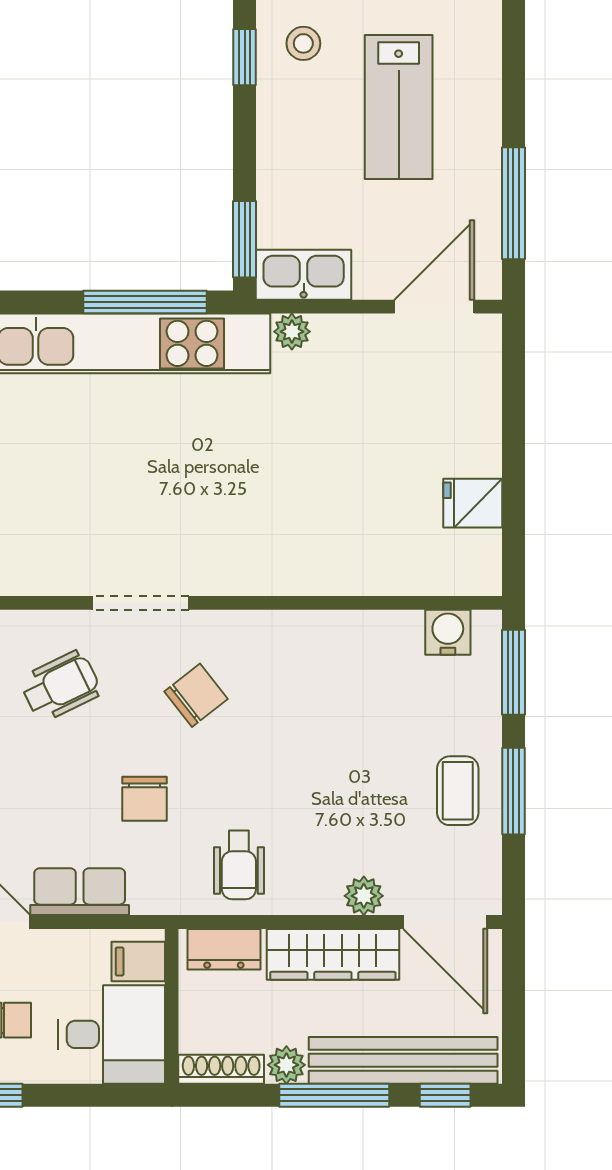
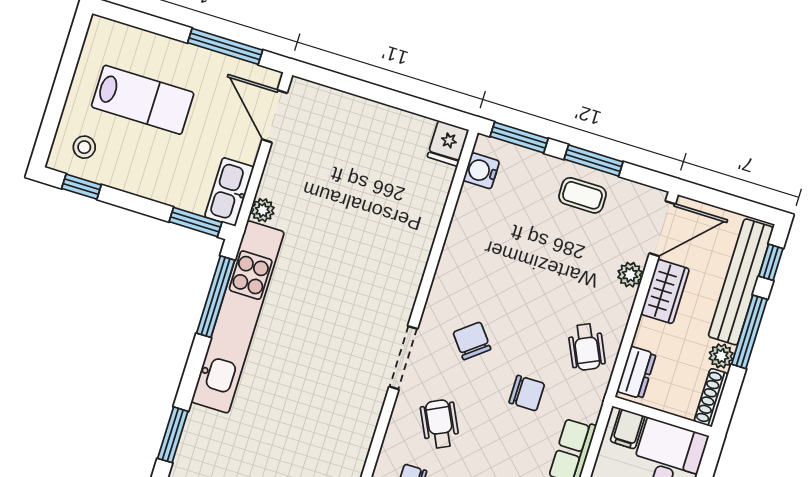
fridge: (473, 503) -> (448, 143), moved
wheelchair: (239, 865) -> (587, 347), turned 65
wardrobe: (333, 954) -> (665, 292), width x0.67

